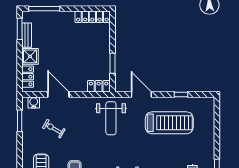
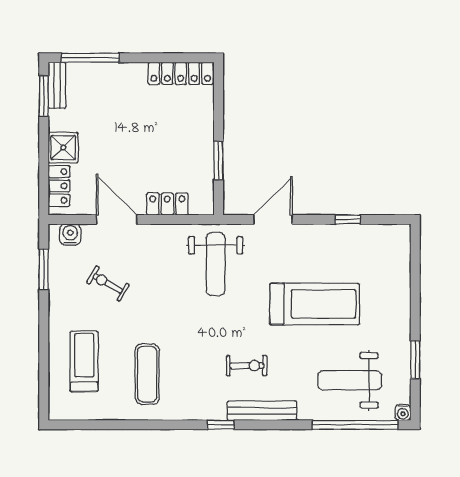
bench: (27, 35) -> (57, 85), moved
locker: (99, 86) -> (167, 204), moved
door: (141, 95) -> (273, 219), hinge flipped
treadmill: (169, 123) -> (315, 304), moved

